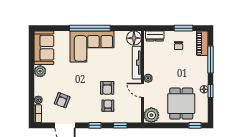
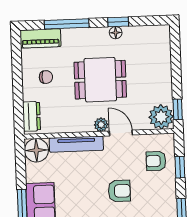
window: (183, 28) -> (17, 70), removed
door: (143, 90) -> (121, 133), swing flipped
dining table: (181, 104) -> (100, 80), moved
armchair: (108, 106) -> (156, 161), moved
window: (195, 125) -> (178, 109), moved

